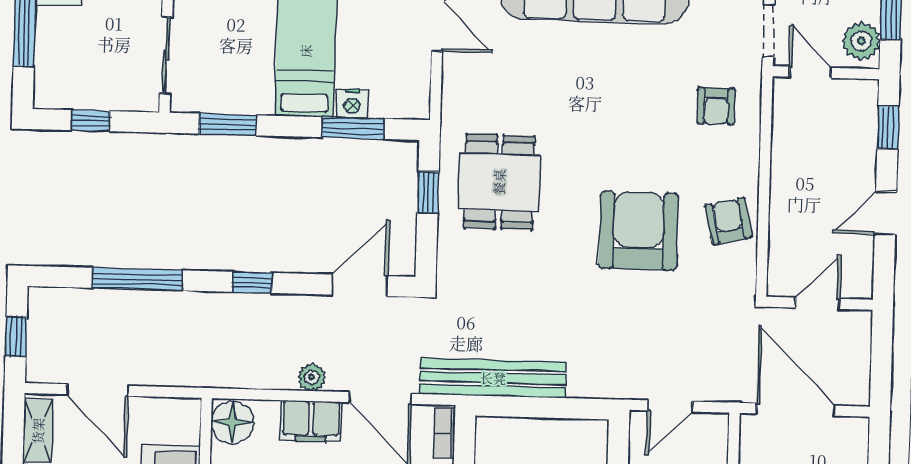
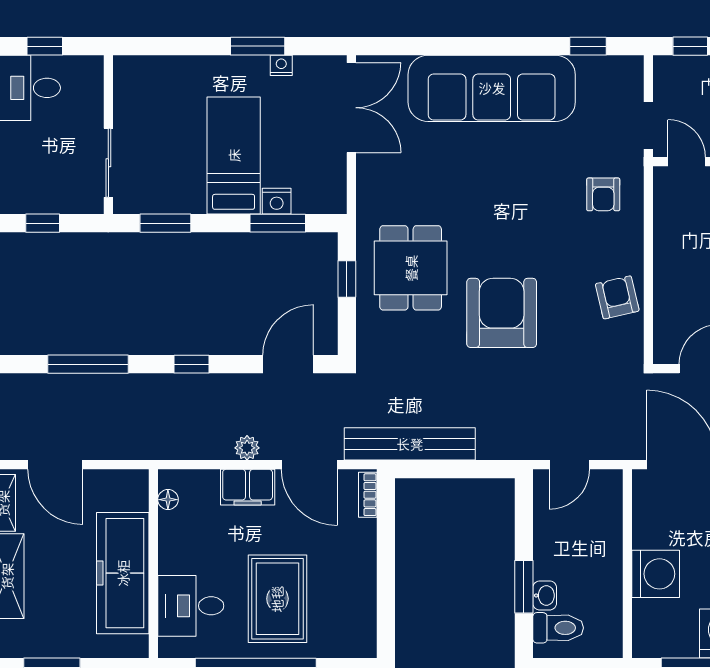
armchair: (639, 231) -> (502, 313), moved
floor lamp: (232, 423) -> (168, 500), width x0.53, depth x0.53

